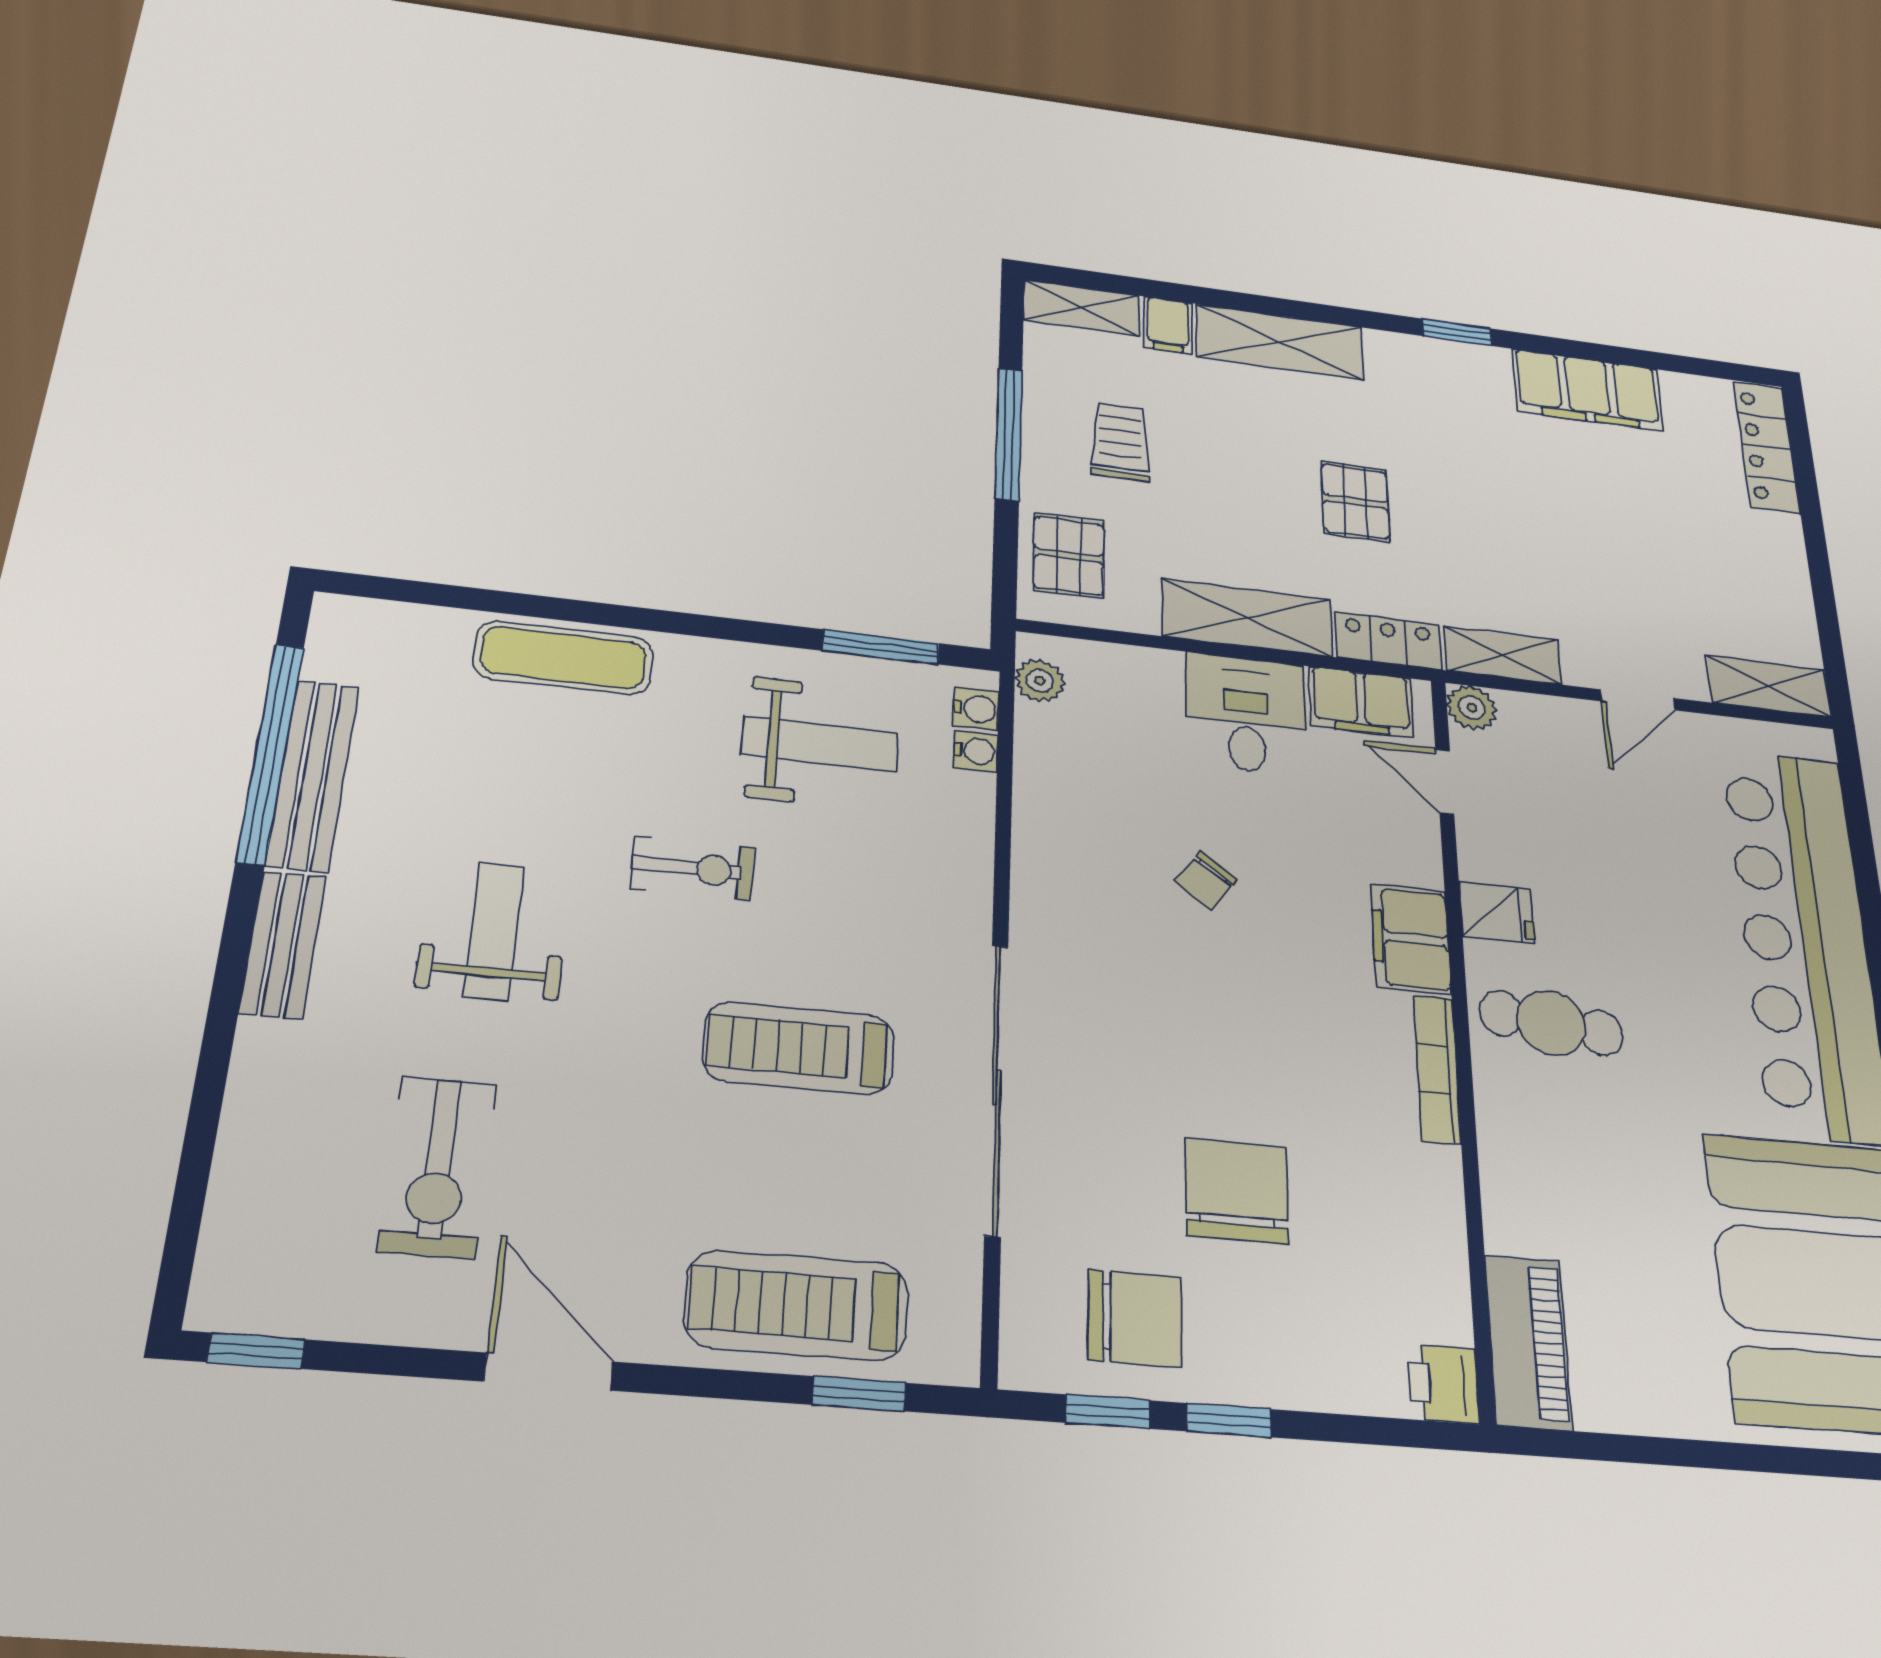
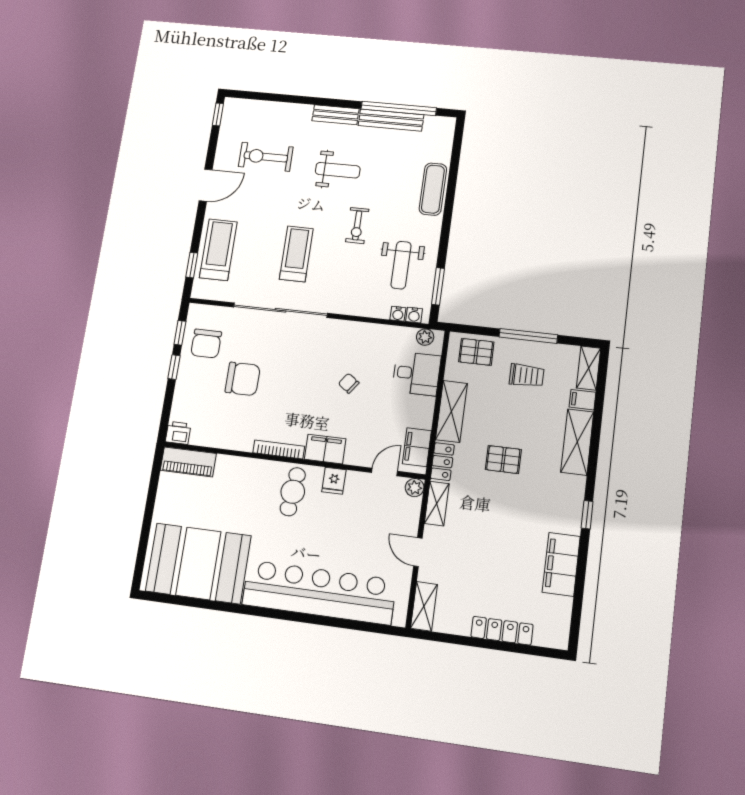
locker: (1766, 447) -> (502, 631), moved
desk: (1246, 714) -> (416, 374), moved

